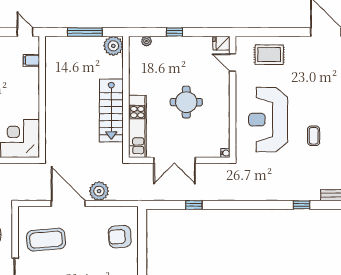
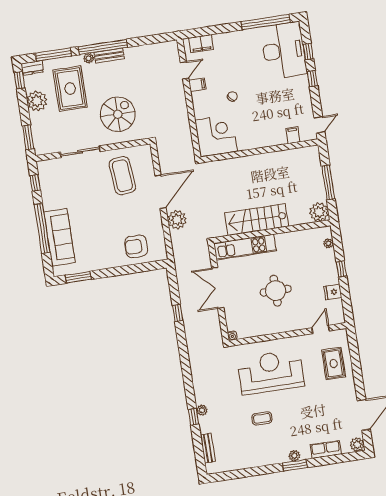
fridge: (221, 43) -> (333, 292), moved, turned -90
plant: (296, 195) -> (202, 410), added
armchair: (120, 237) -> (136, 246), turned -86

